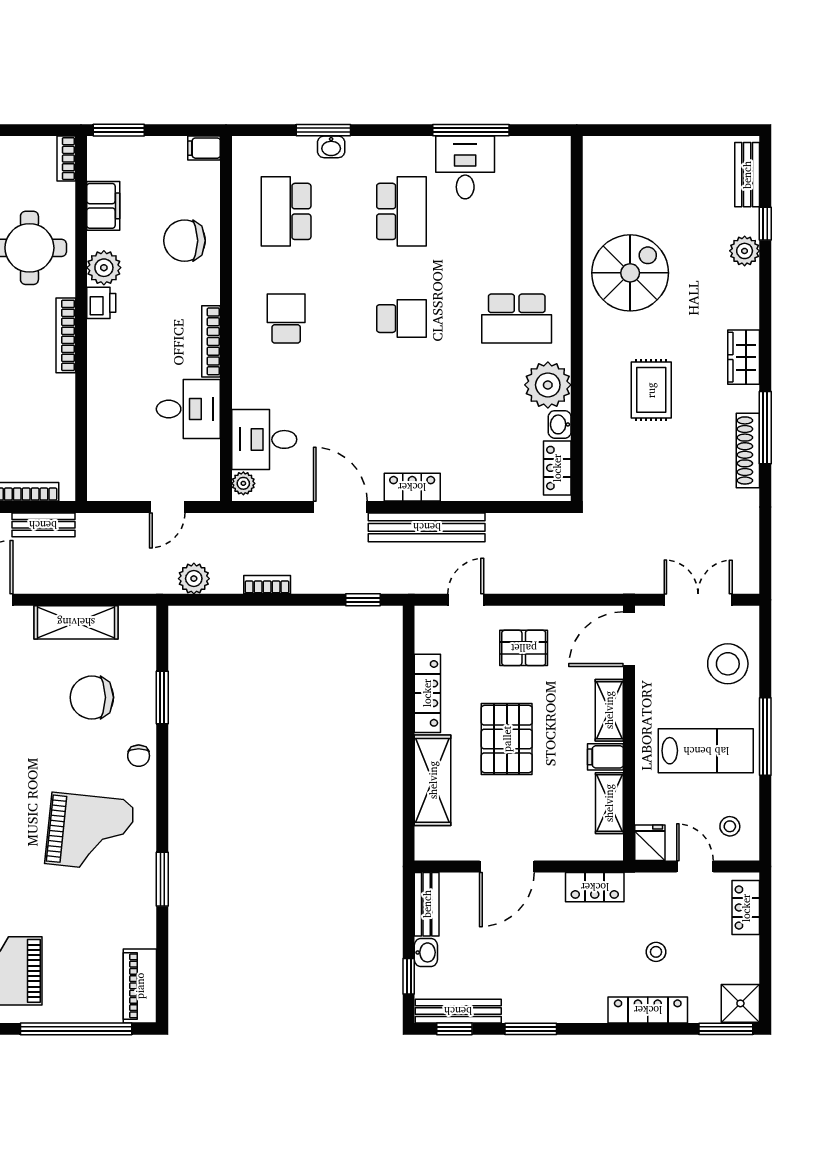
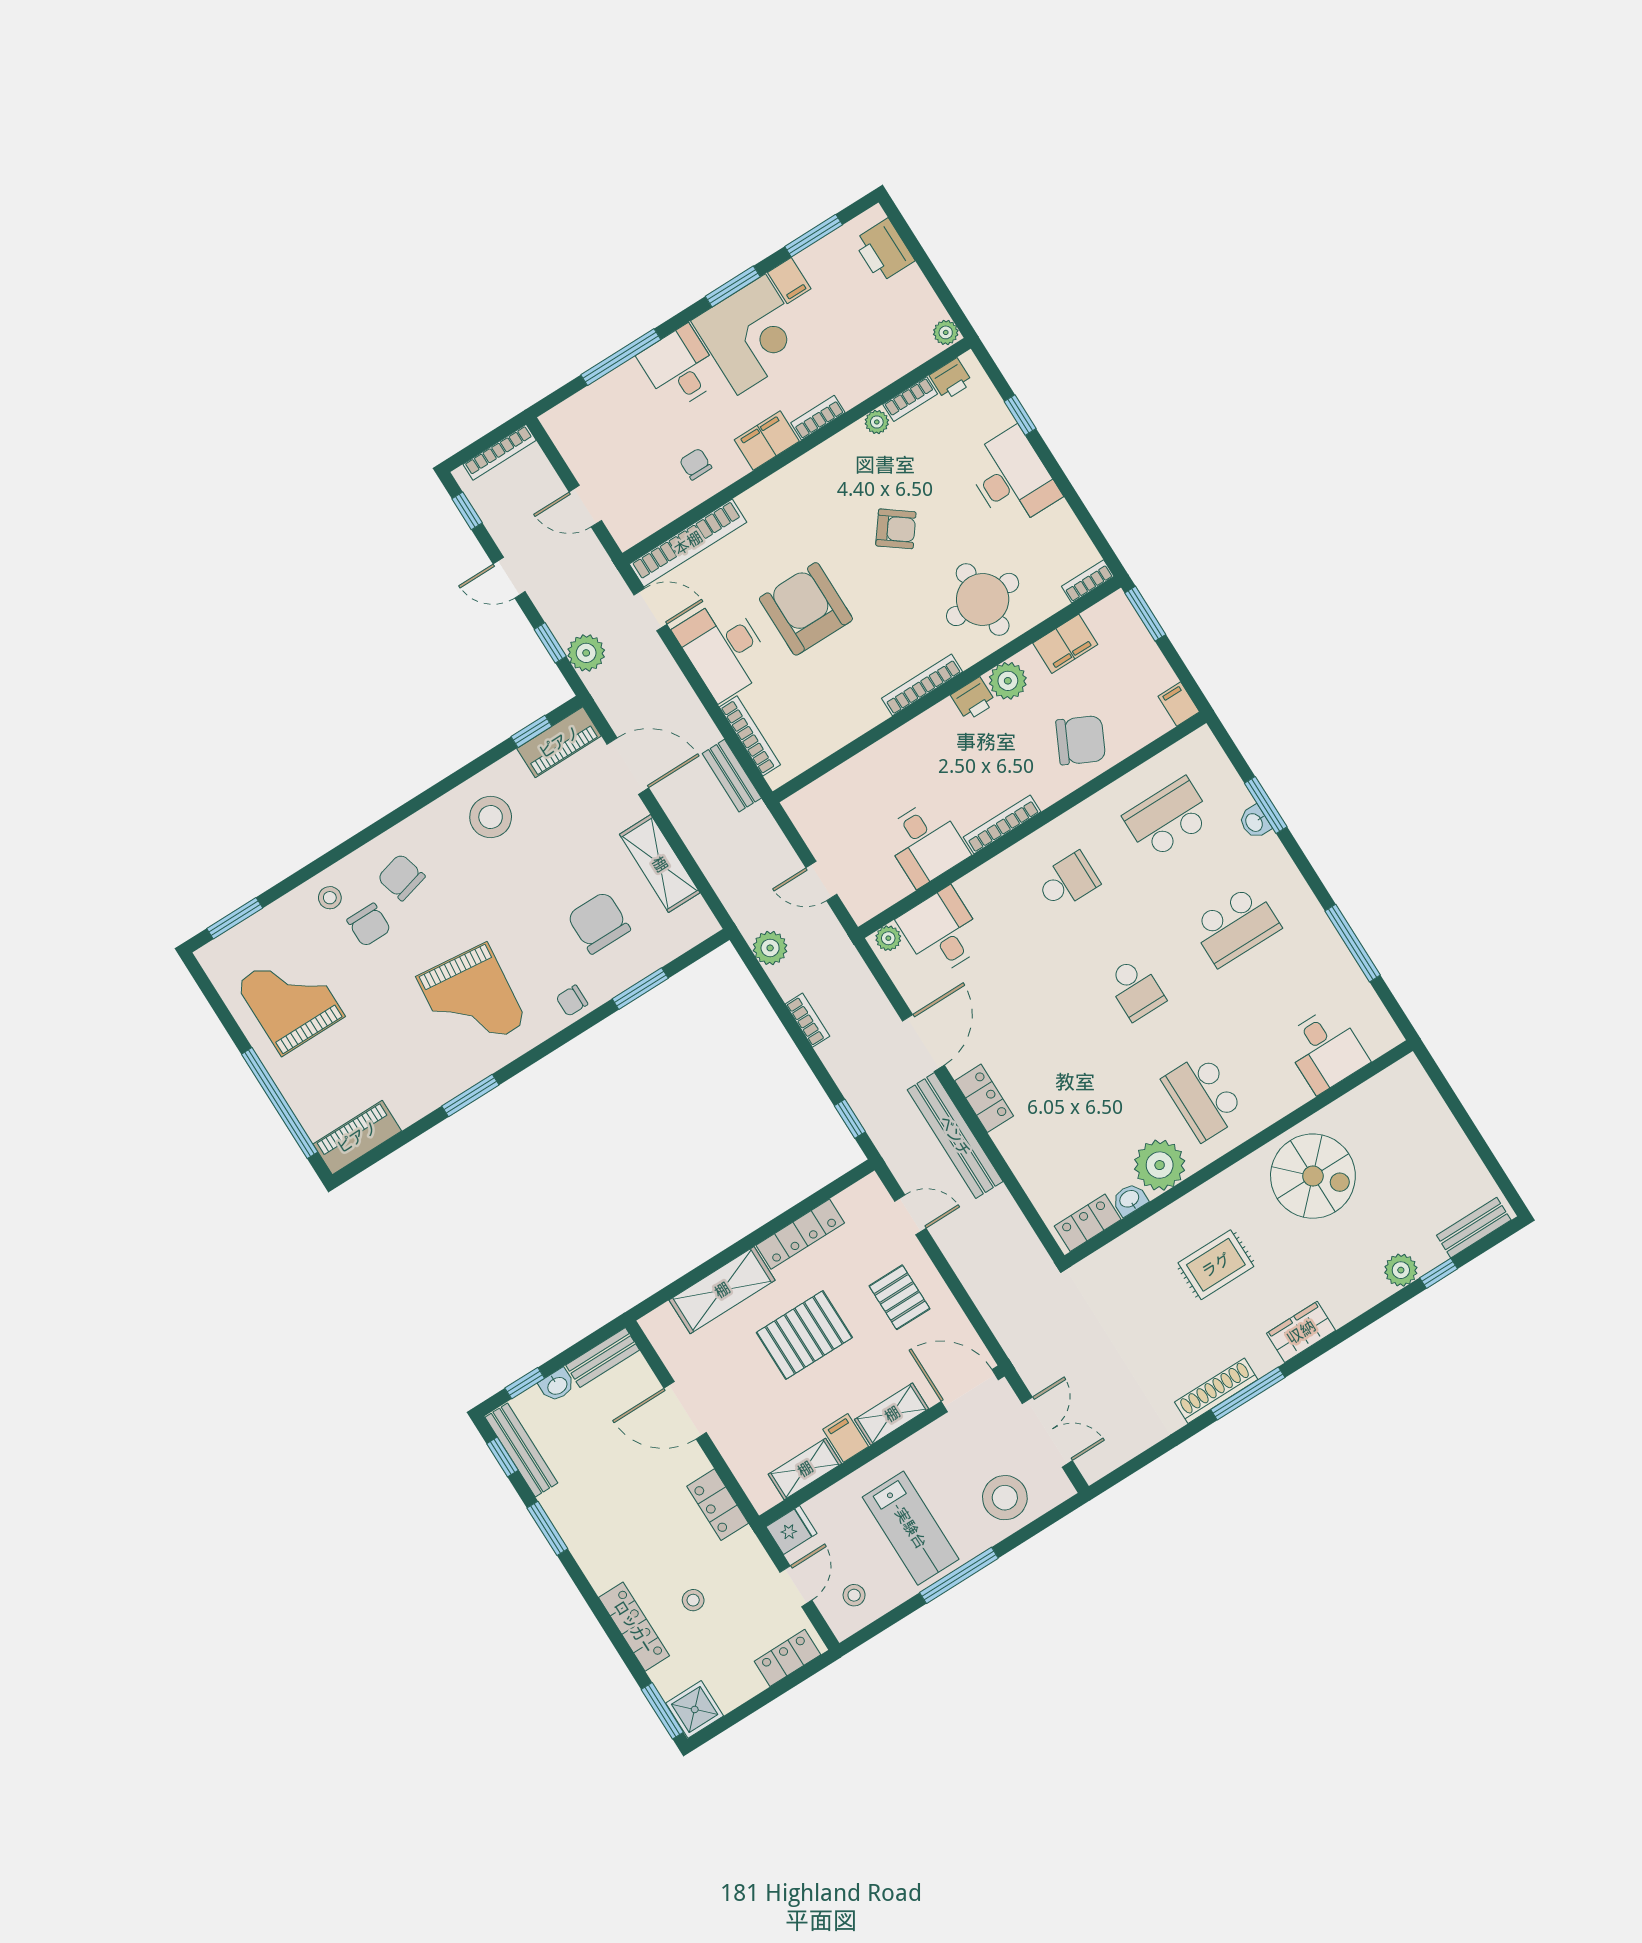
desk: (465, 167) -> (1325, 1050), moved, turned 90
chair: (185, 241) -> (1081, 740), turned 116

